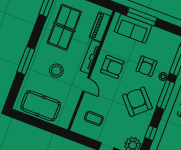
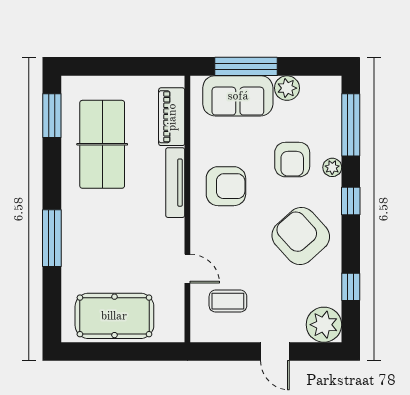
plant: (156, 33) -> (287, 88), added
stool: (56, 71) -> (119, 235), removed
door: (86, 85) -> (187, 269), moved
window: (166, 95) -> (351, 201), width x0.46

